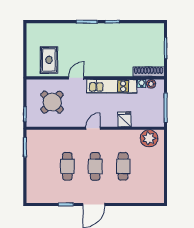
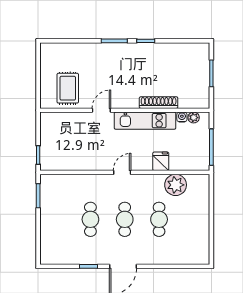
shoe rack: (149, 72) -> (159, 103), moved
round table: (52, 102) -> (71, 140), removed
plant: (149, 138) -> (176, 185), moved

